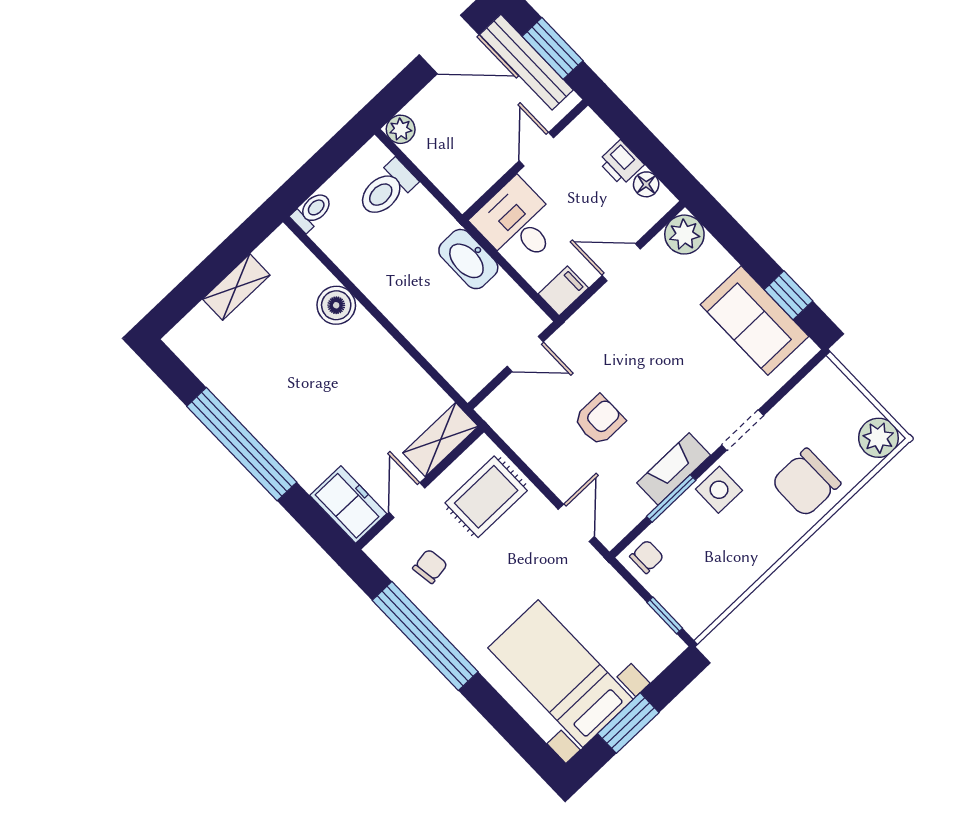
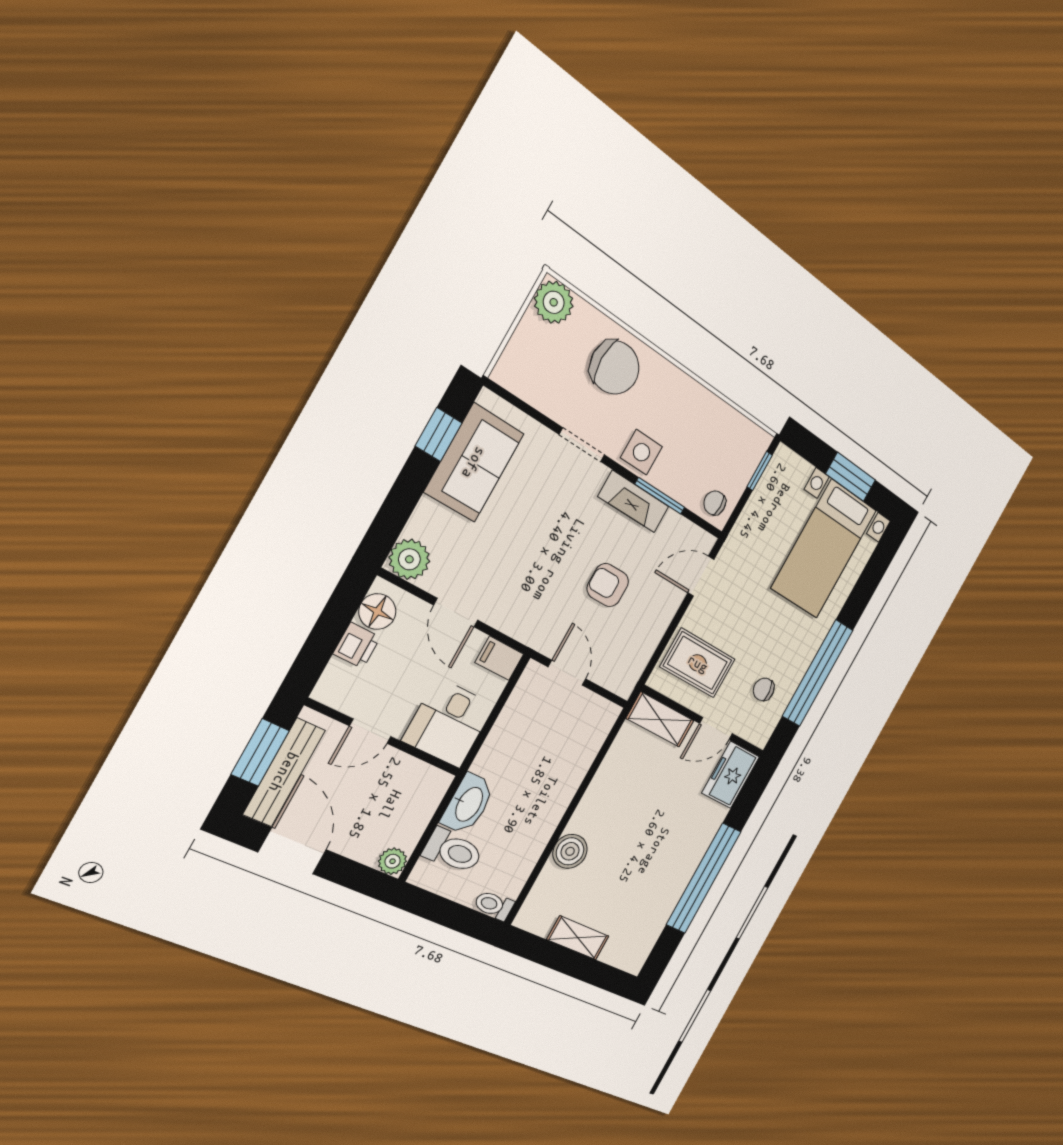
floor lamp: (646, 184) -> (377, 612), width x1.37, depth x1.37
washbasin: (468, 259) -> (468, 804), moved

